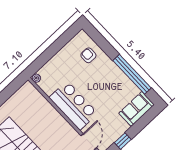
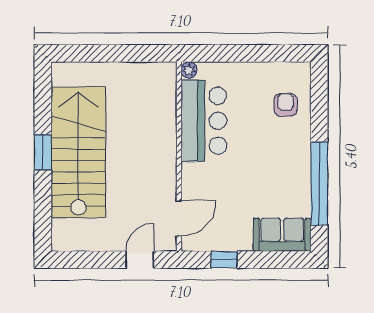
bar counter: (73, 105) -> (204, 121), moved

